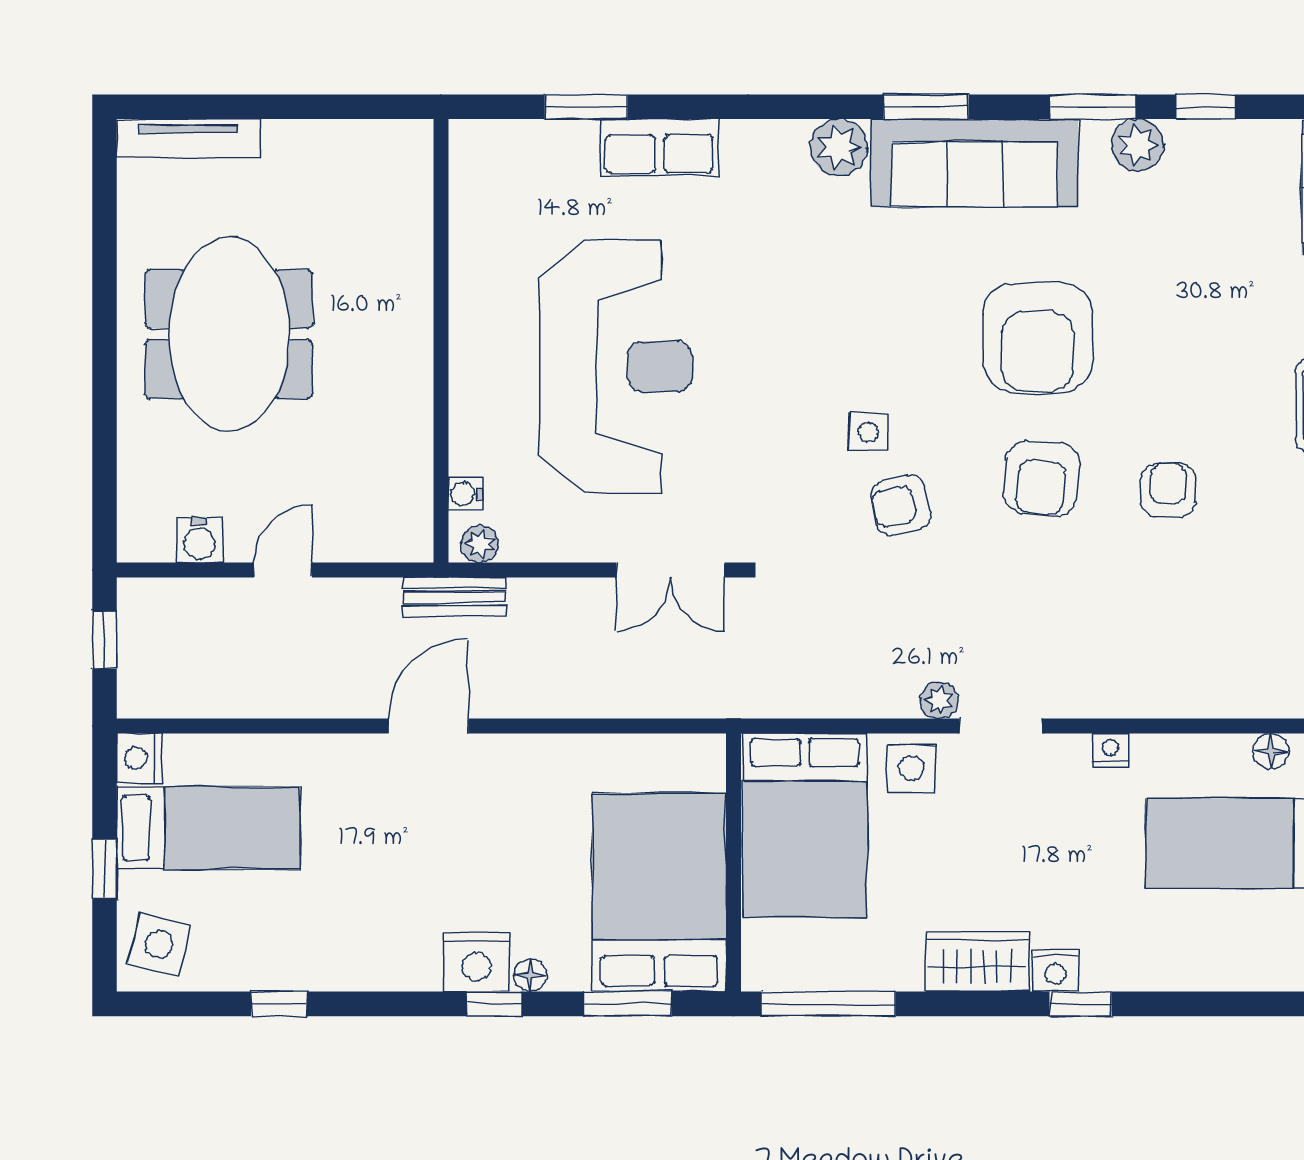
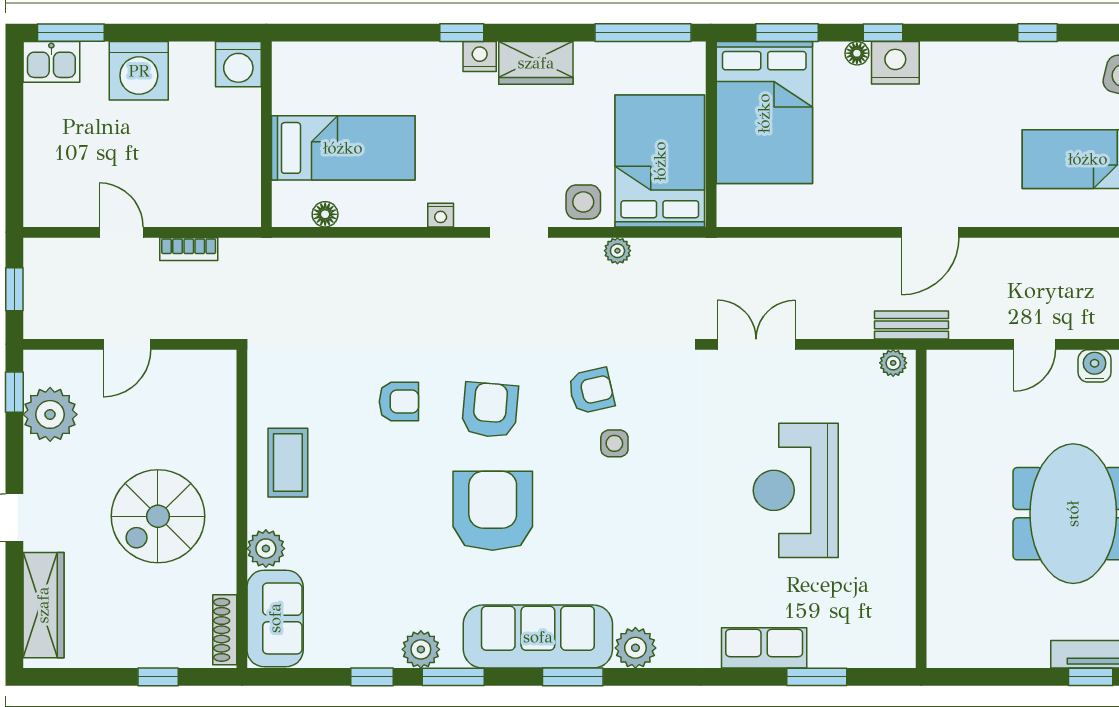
window: (205, 107) -> (1091, 677), added
reception desk: (615, 367) -> (796, 490), width x0.74, depth x0.77
armchair: (1168, 490) -> (399, 402), turned -90
water cooler: (465, 494) -> (904, 399), removed
plant: (939, 700) -> (617, 251), moved

